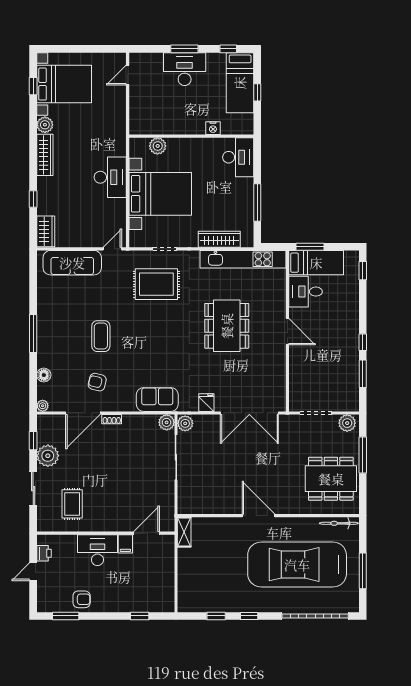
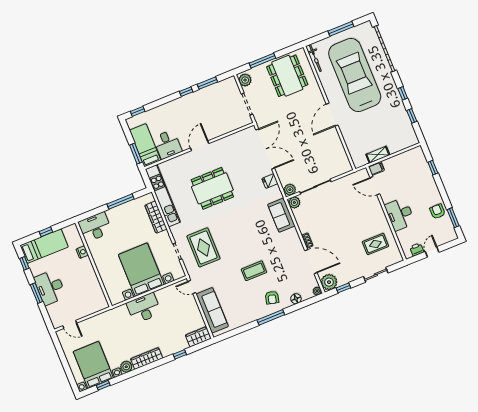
plant: (158, 146) -> (110, 285), removed
armchair: (97, 382) -> (272, 298), moved
plant: (48, 456) -> (329, 282), moved
shelving: (184, 532) -> (378, 155), moved
filing cabinet: (125, 544) -> (376, 168), moved
car: (297, 565) -> (355, 75), turned 180
door: (33, 572) -> (432, 252), swing flipped

